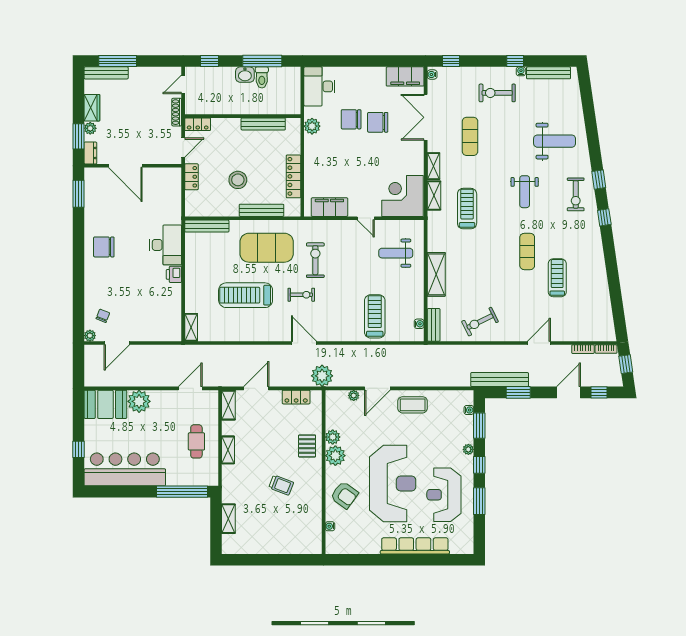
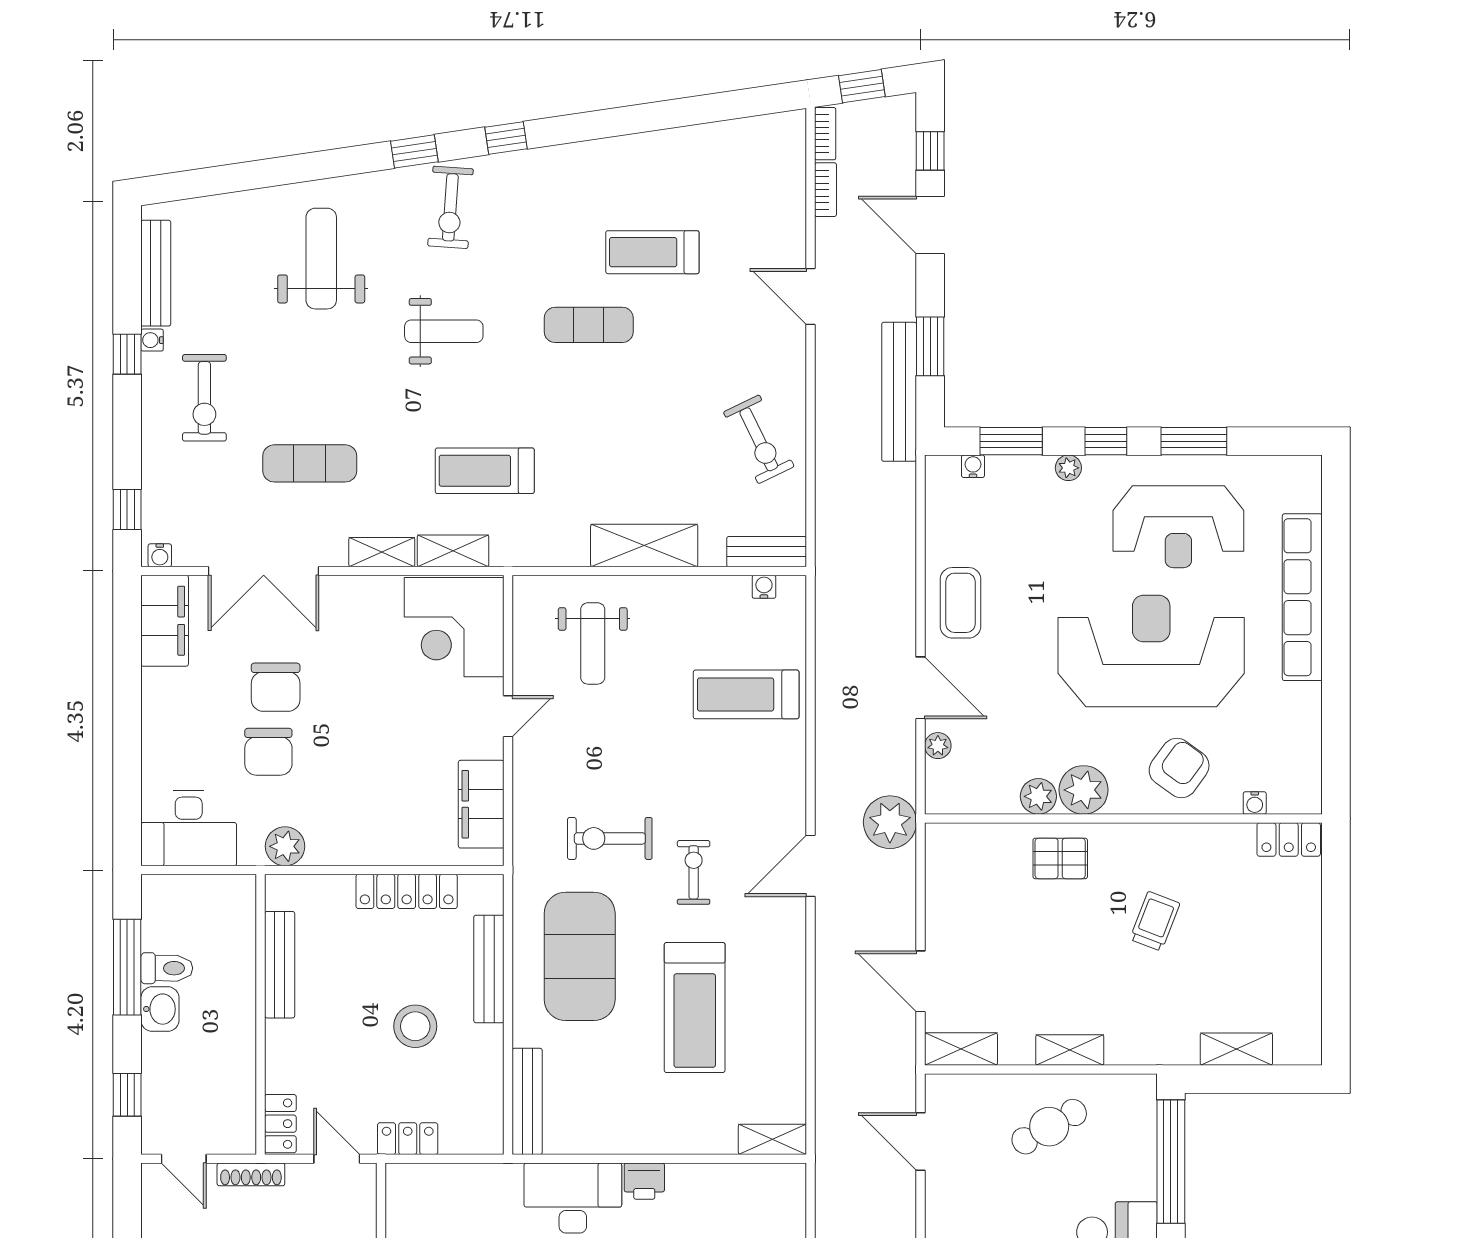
exercise bike: (576, 194) -> (450, 207), turned 94
locker: (296, 397) -> (1289, 839), moved, turned 90
cafe table: (196, 441) -> (1049, 1127), turned -30

